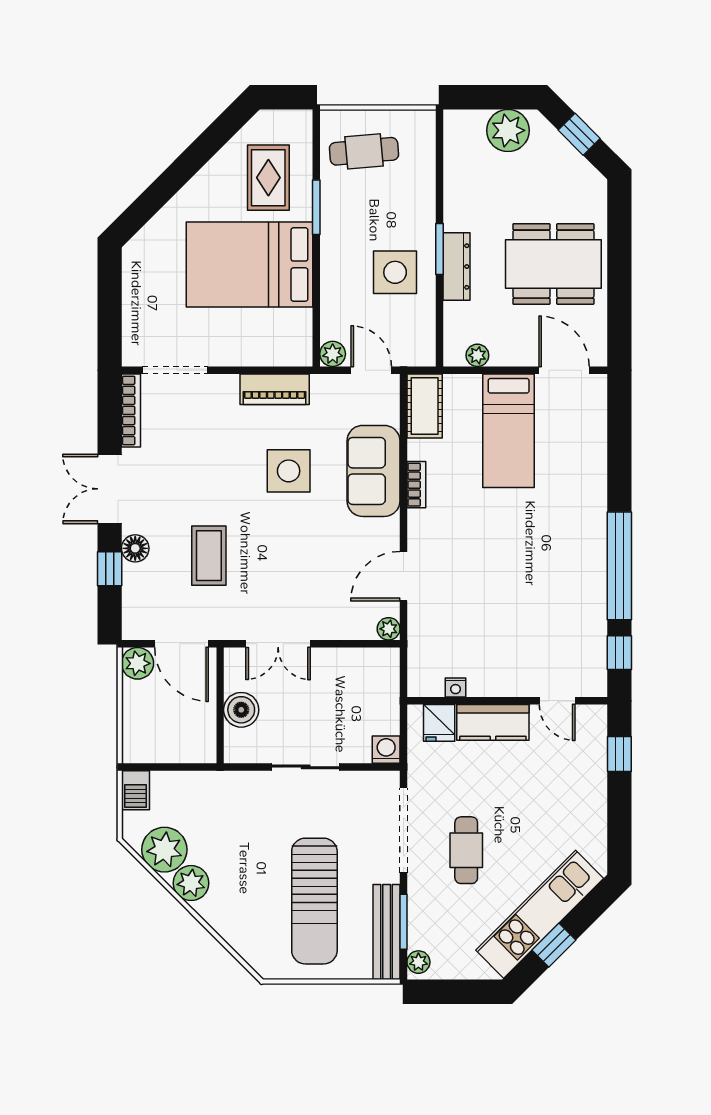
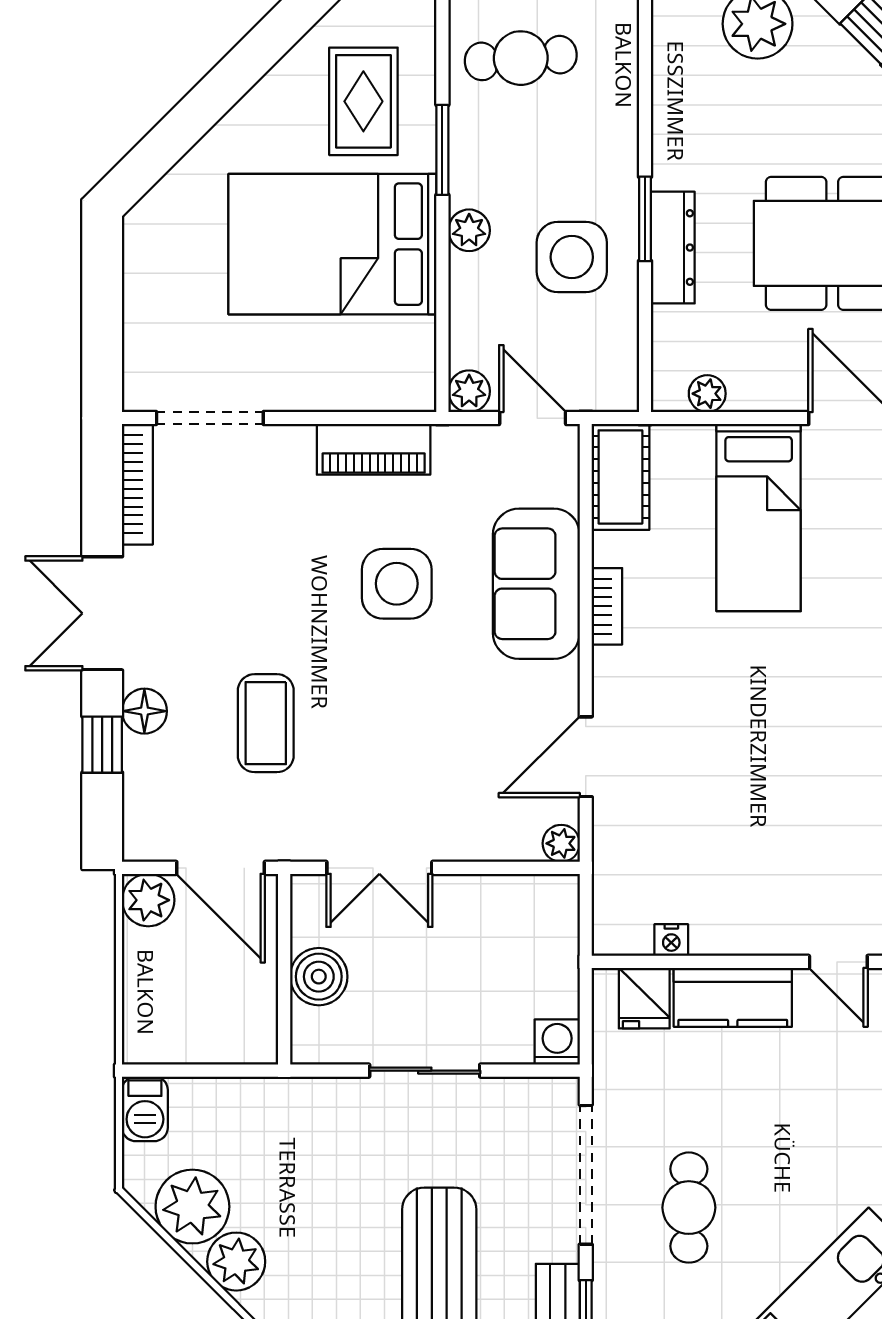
plant: (333, 256) -> (469, 230), added

